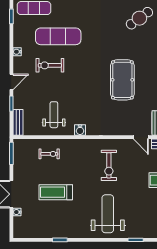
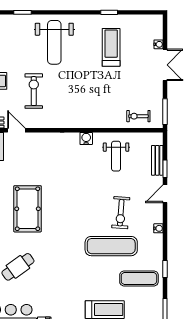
exercise bike: (50, 65) -> (121, 213), turned 94
pool table: (122, 80) -> (28, 209), moved
bench: (18, 122) -> (157, 160), moved
exercise bike: (49, 154) -> (138, 116), moved
exercise bike: (109, 165) -> (34, 91), moved
treadmill: (56, 192) -> (111, 47), moved, turned -90

